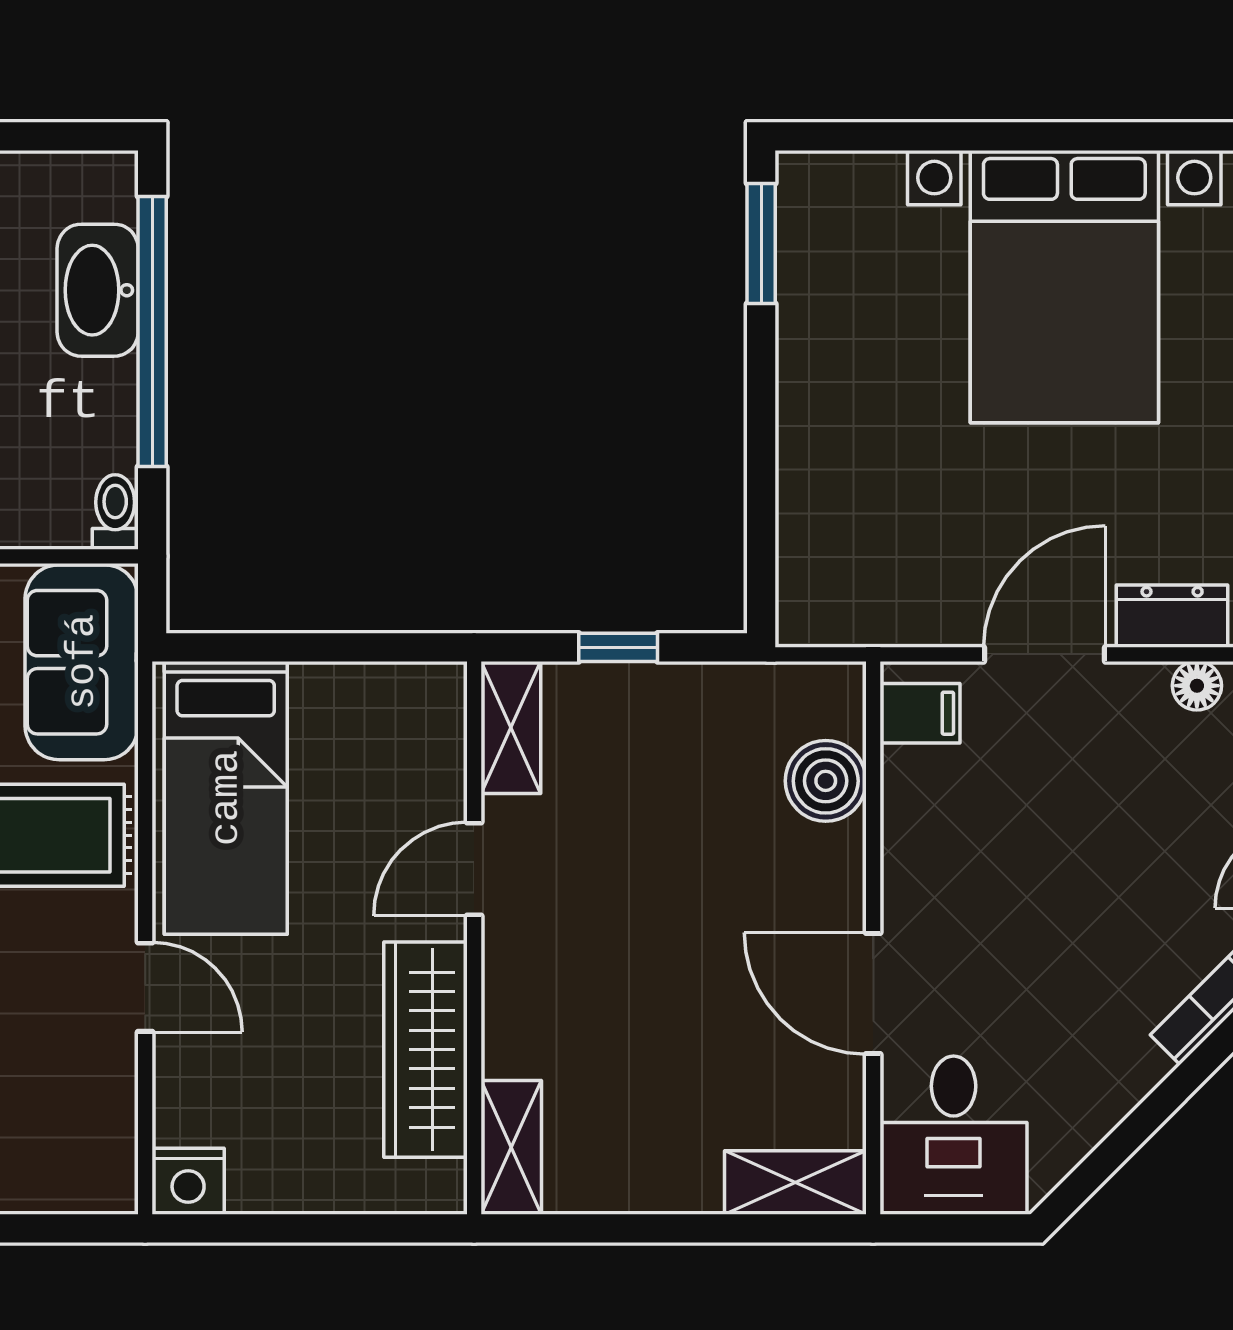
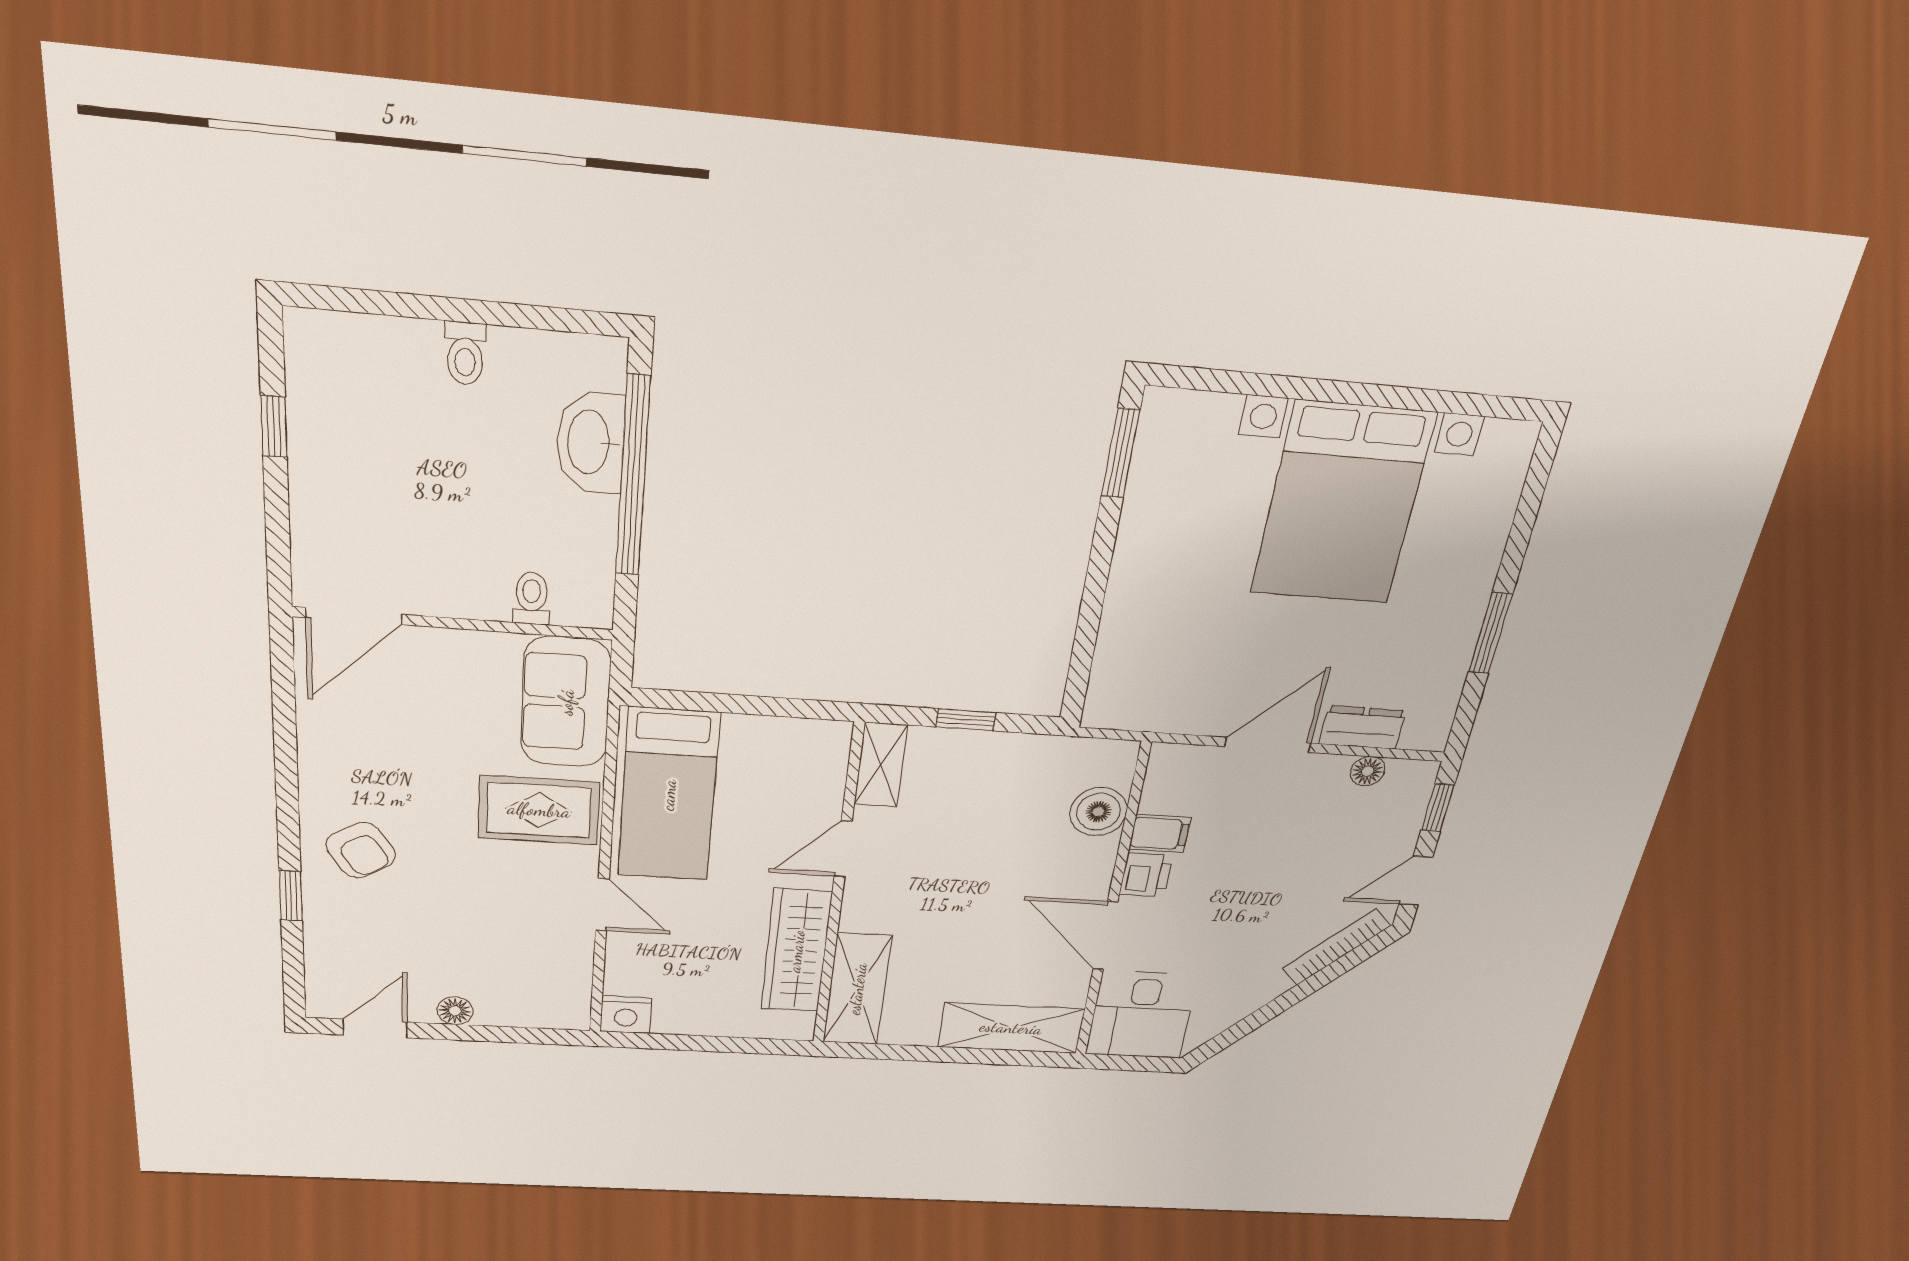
toilet: (115, 512) -> (531, 598), moved
filing cabinet: (920, 713) -> (1160, 833), moved
printer: (913, 883) -> (1146, 875), added
shelving: (511, 1147) -> (857, 989), width x1.50, depth x1.33
shelving: (795, 1182) -> (1011, 1028), width x1.50, depth x1.33

